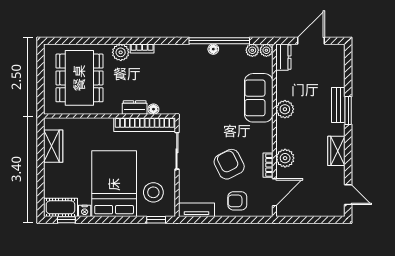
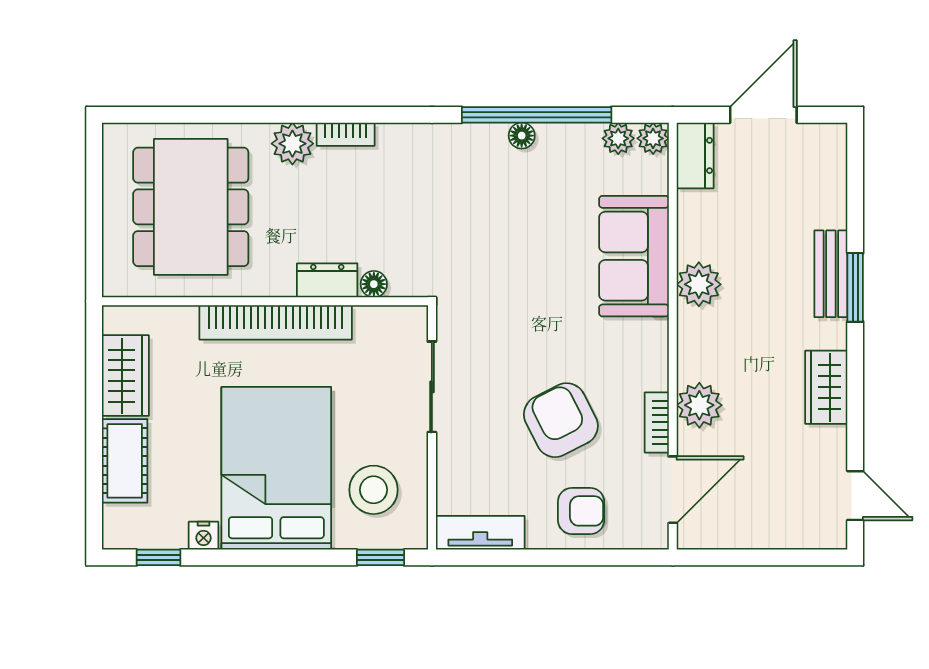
bookcase: (145, 125) -> (276, 322), moved
armchair: (237, 201) -> (581, 511), turned 180
cot: (60, 207) -> (125, 461), moved, turned 90

